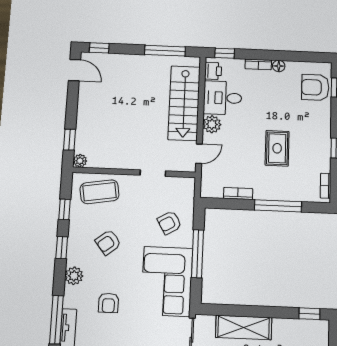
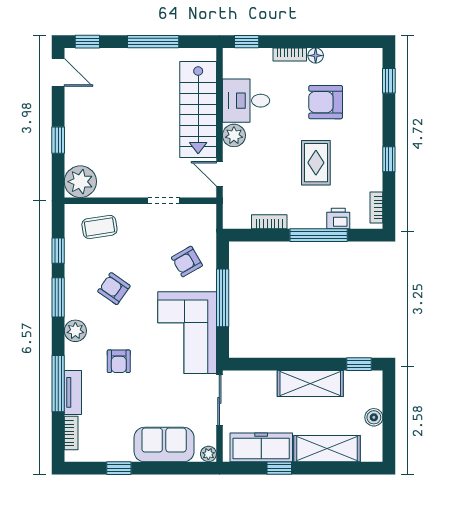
window: (165, 51) -> (153, 42), moved
printer: (213, 71) -> (338, 218), moved, turned -90
armchair: (315, 87) -> (326, 102), moved
window: (69, 140) -> (58, 140), moved
door: (199, 154) -> (219, 174), swing flipped
plant: (80, 161) -> (80, 182), width x1.87, depth x1.87
coffee table: (99, 192) -> (99, 227), width x0.73, depth x0.77
armchair: (108, 242) -> (114, 289), turned 73
window: (62, 248) -> (58, 297), width x1.50
shelving: (244, 327) -> (310, 383), moved

